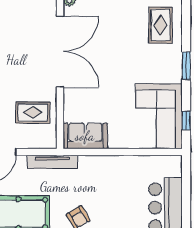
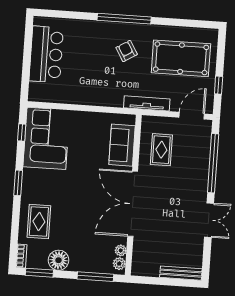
rug: (33, 113) -> (161, 150), turned 90
sofa: (85, 136) -> (122, 145), moved, turned 90

